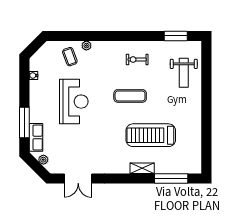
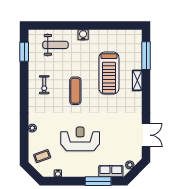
coffee table: (70, 57) -> (42, 156), moved
water cooler: (195, 105) -> (83, 35), added

